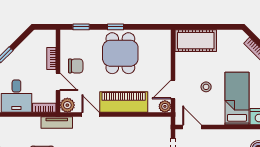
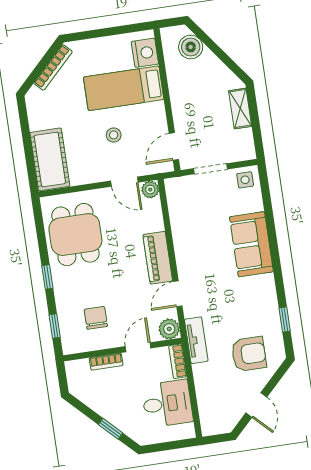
dining table: (120, 53) -> (75, 235), moved, turned 90
chair: (76, 66) -> (96, 318), moved
piano: (124, 102) -> (158, 258), width x0.73, depth x0.75

